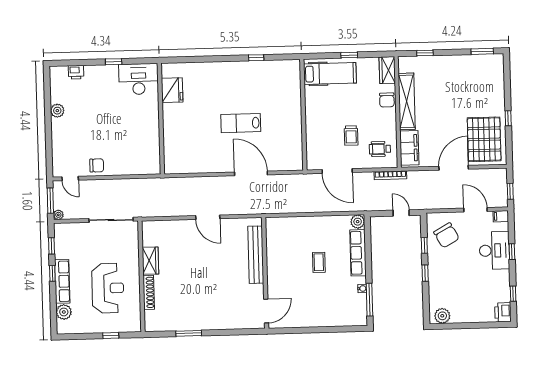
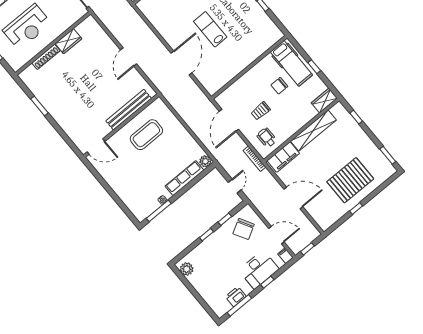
chair: (387, 100) -> (279, 86), moved
pallet: (484, 139) -> (350, 180), moved
door: (475, 210) -> (276, 235), hinge flipped
coffee table: (319, 262) -> (146, 135), moved, width x1.86, depth x1.72
window: (513, 294) -> (239, 305), width x2.17
printer: (503, 312) -> (236, 296), moved

